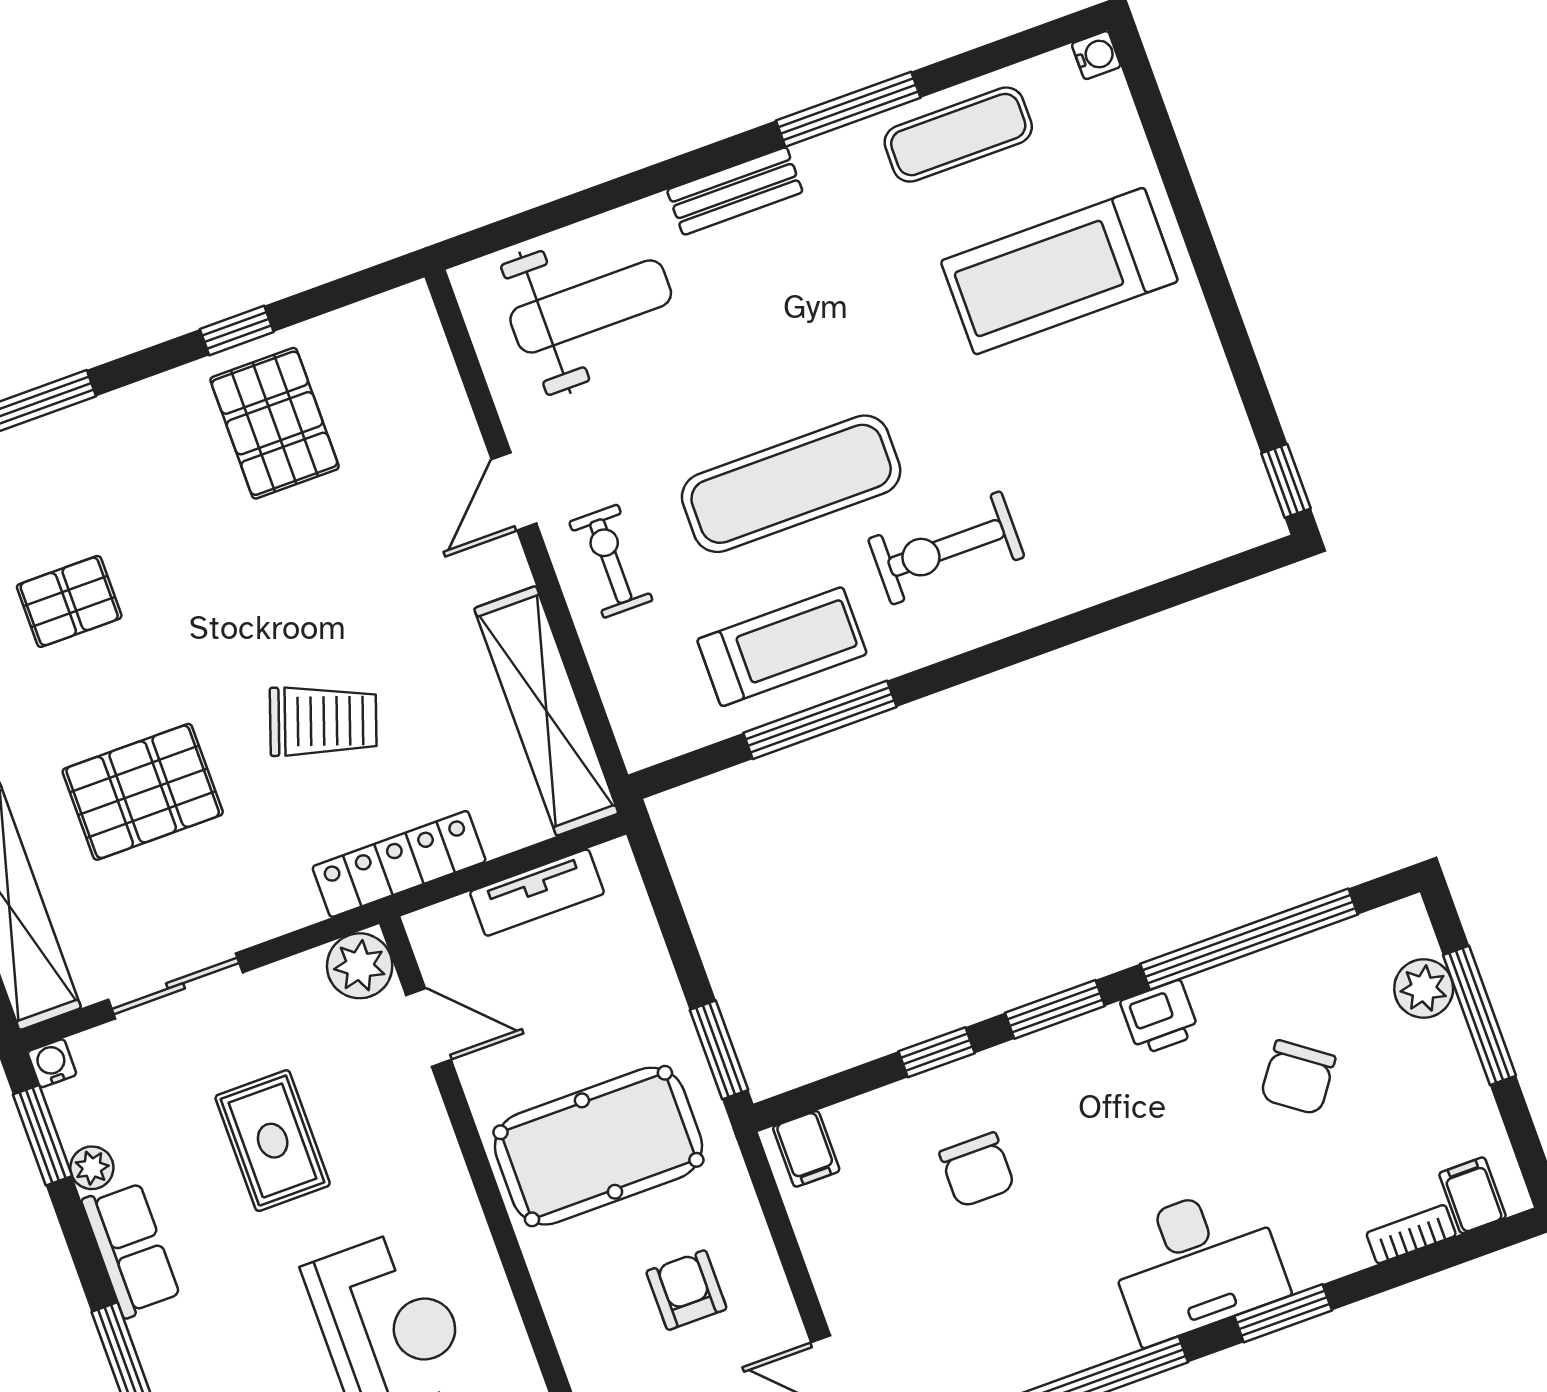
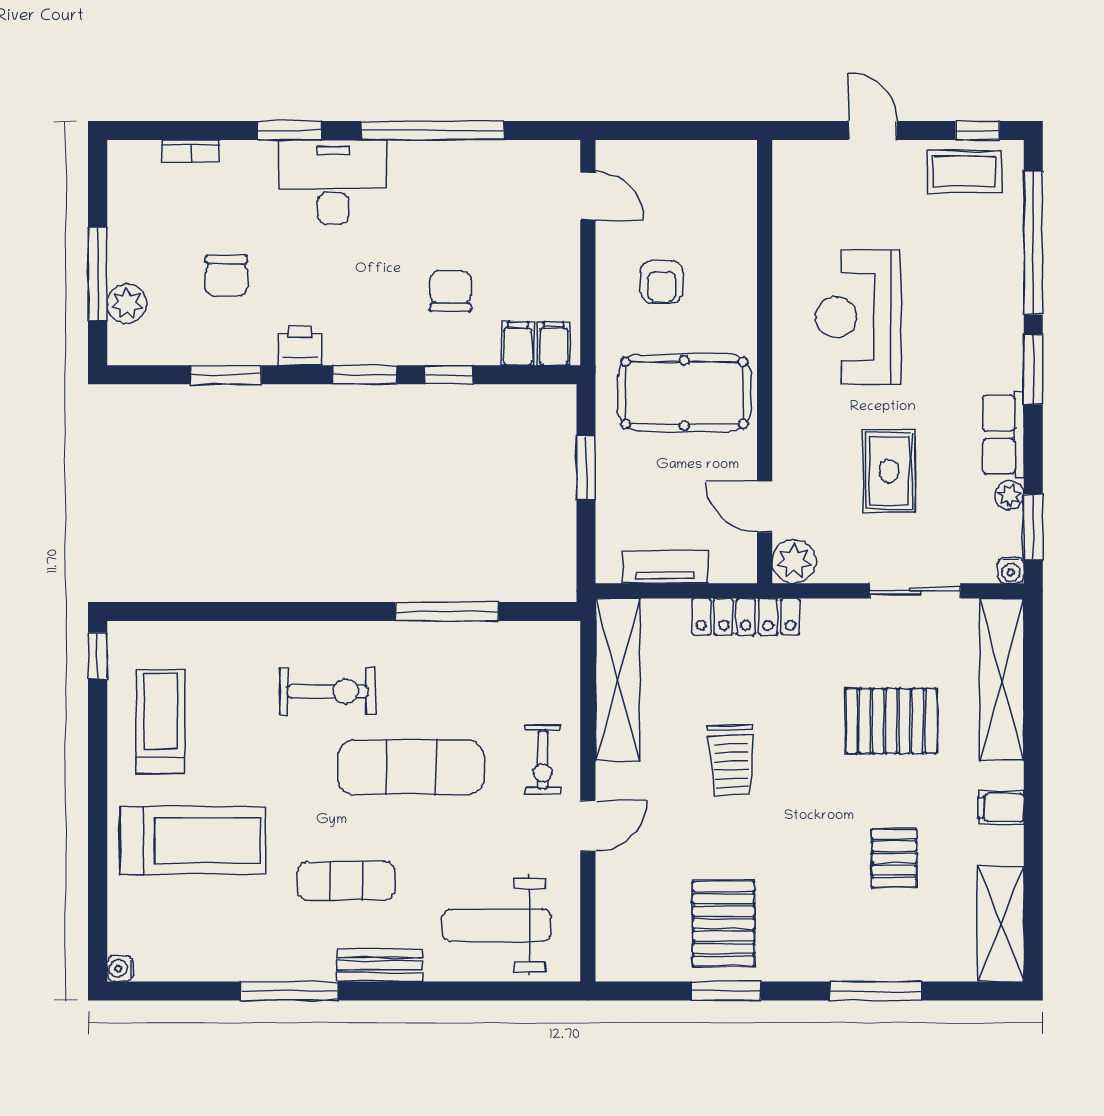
exercise mat: (958, 135) -> (346, 881), moved
window: (237, 331) -> (726, 991), width x1.50
pallet: (69, 601) -> (894, 858), turned 90
treadmill: (782, 647) -> (160, 722), moved, turned 90
trolley: (323, 721) -> (731, 761), moved, turned -111
window: (1249, 939) -> (226, 375), width x0.47
window: (719, 1050) -> (586, 468), moved
chair: (1298, 1078) -> (227, 276), turned 144
filing cabinet: (1472, 1195) -> (518, 344), moved, turned 180

